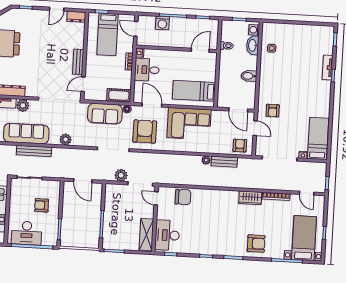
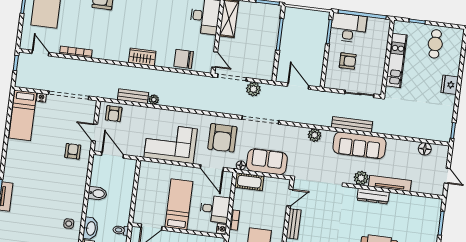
bed: (194, 91) -> (179, 204), moved, turned -90
wardrobe: (250, 198) -> (142, 57), moved
desk: (27, 233) -> (348, 28), moved

